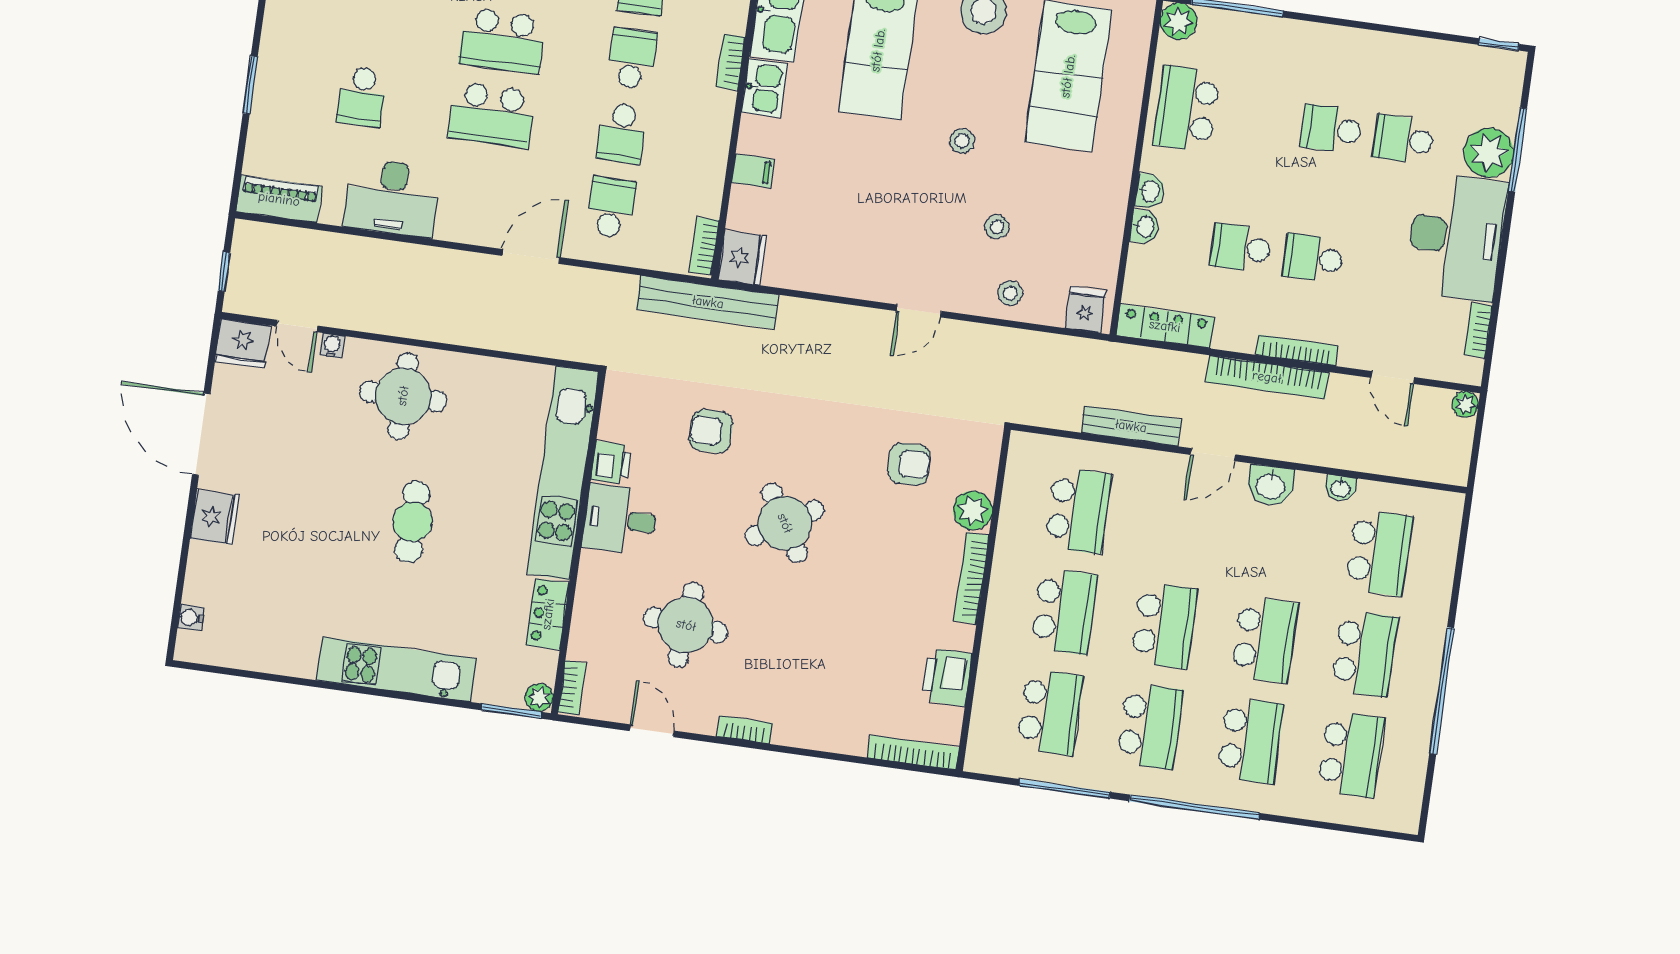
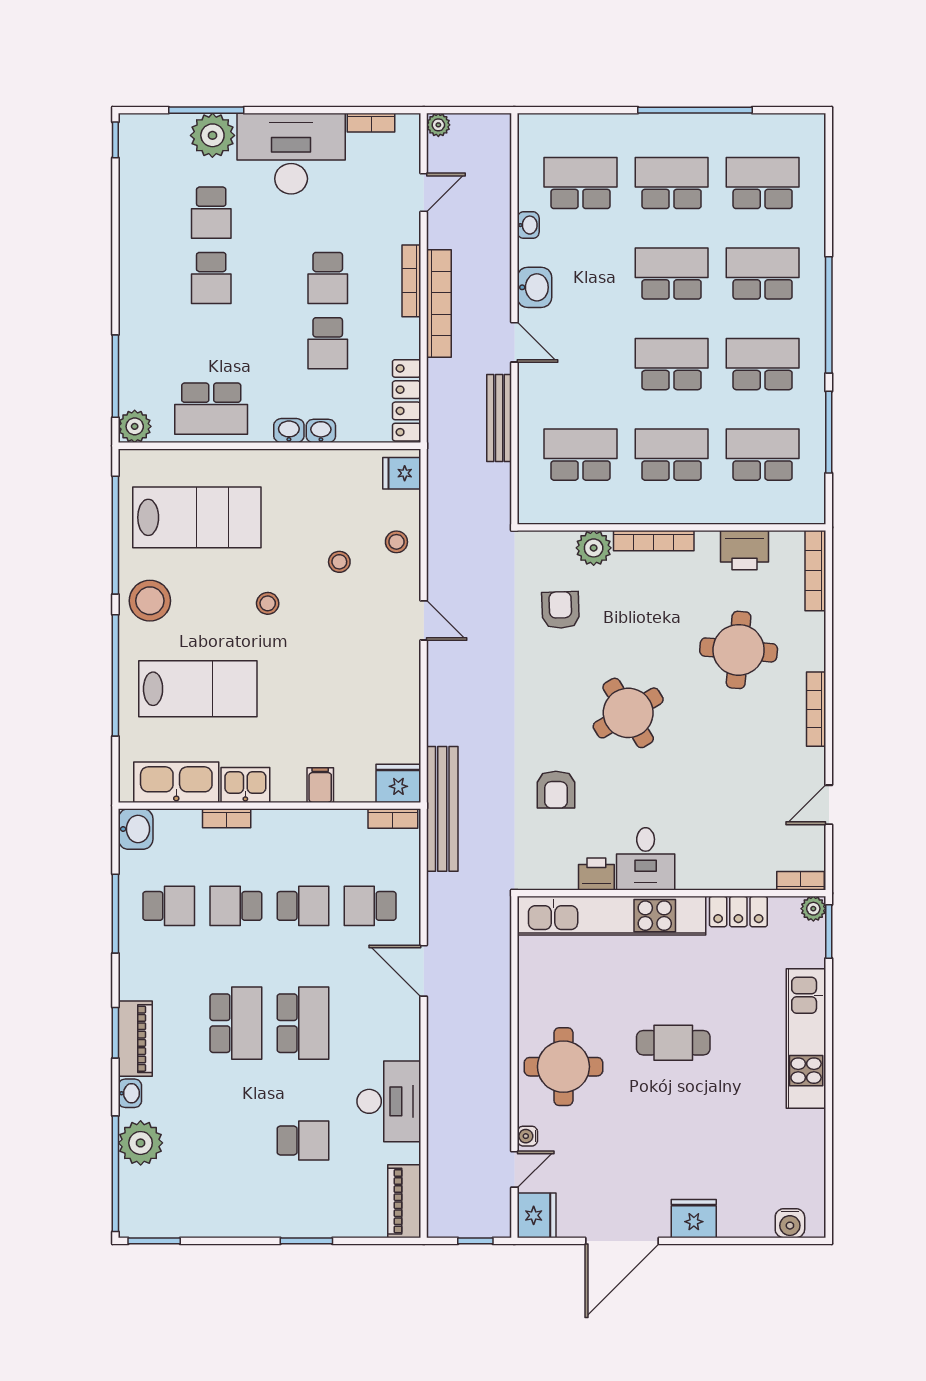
water cooler: (191, 618) -> (790, 1223), width x1.38, depth x1.38
round table: (686, 625) -> (739, 650), moved
bookcase: (745, 730) -> (816, 709), width x1.56

